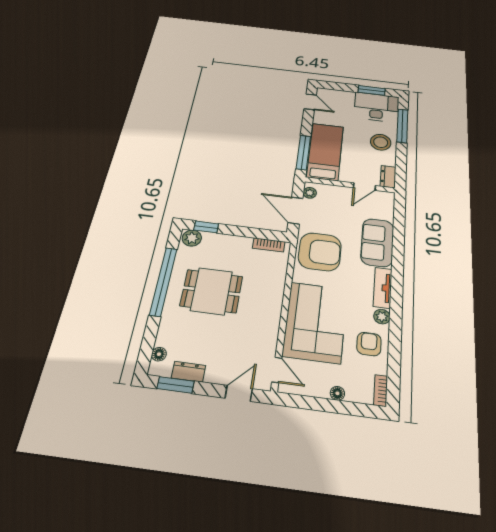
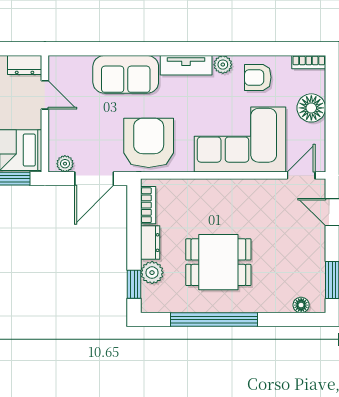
plant: (192, 238) -> (152, 273), moved
dining table: (211, 291) -> (218, 262), turned 90
dresser: (188, 372) -> (150, 243), moved, turned 180
floor lamp: (337, 393) -> (311, 108), width x1.89, depth x1.89

